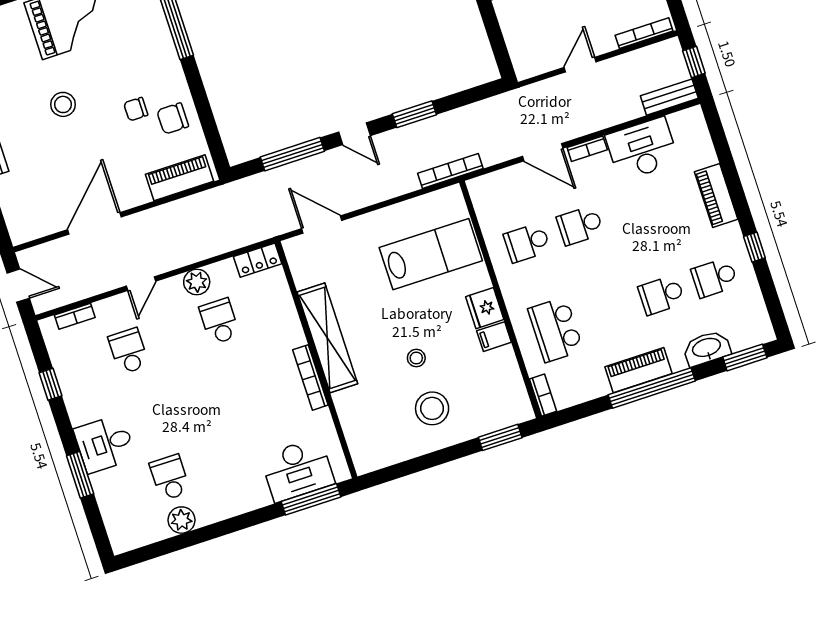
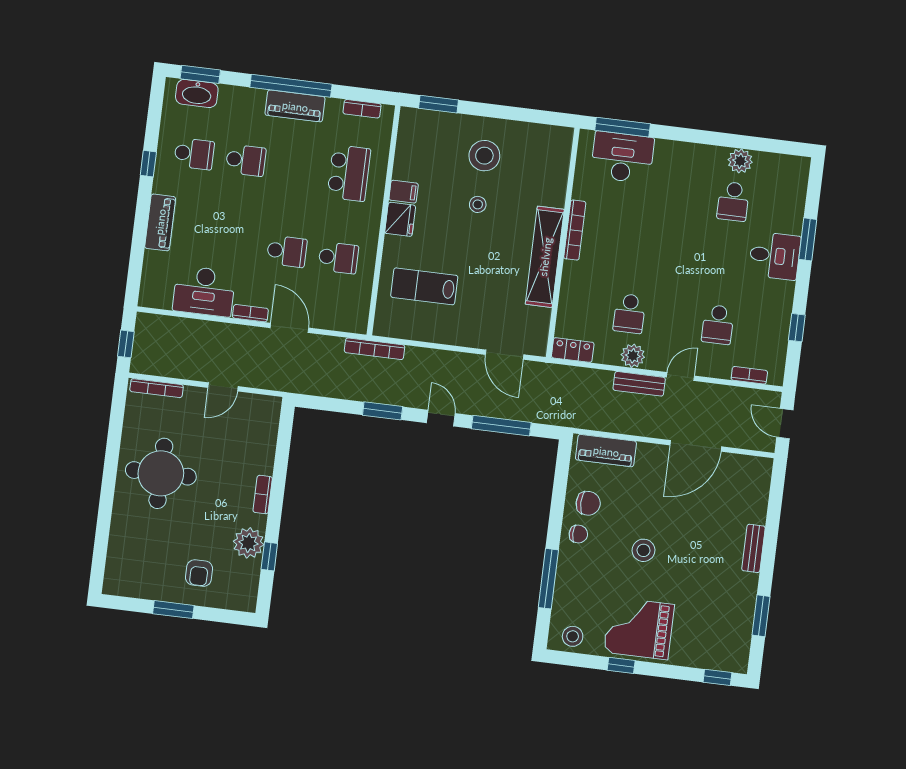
bench: (669, 97) -> (639, 384), moved
stool: (63, 104) -> (643, 550), moved
chair: (136, 109) -> (578, 534), moved
lab bench: (431, 254) -> (424, 286), width x0.73, depth x0.72
washbasin: (707, 348) -> (197, 93), moved
bookcase: (543, 395) -> (362, 109), moved, turned -90

